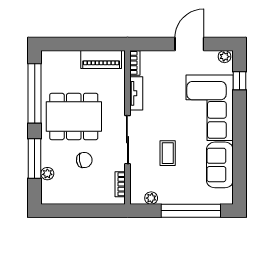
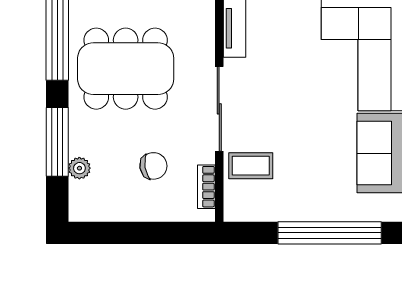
coffee table: (168, 153) -> (251, 166), moved, turned 90
chair: (84, 160) -> (153, 166), moved
plant: (151, 198) -> (260, 211), removed

